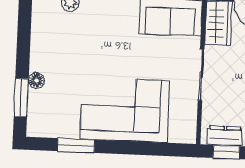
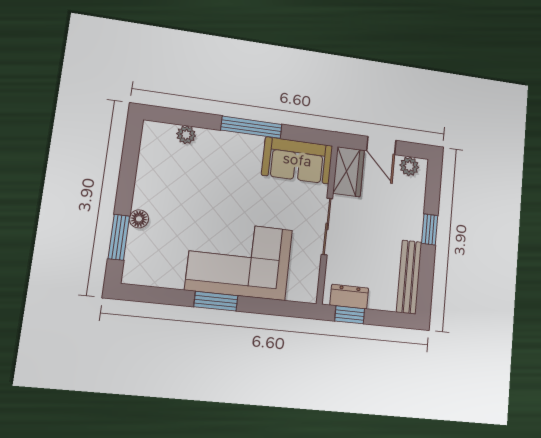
window: (76, 145) -> (216, 301), moved

